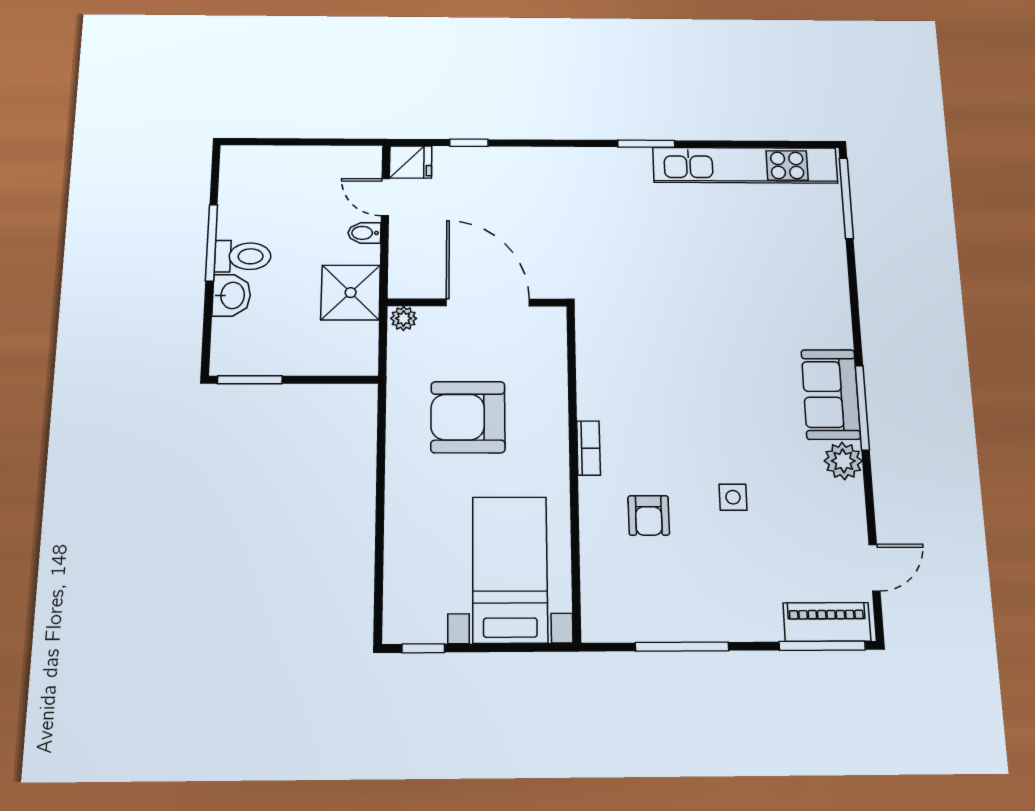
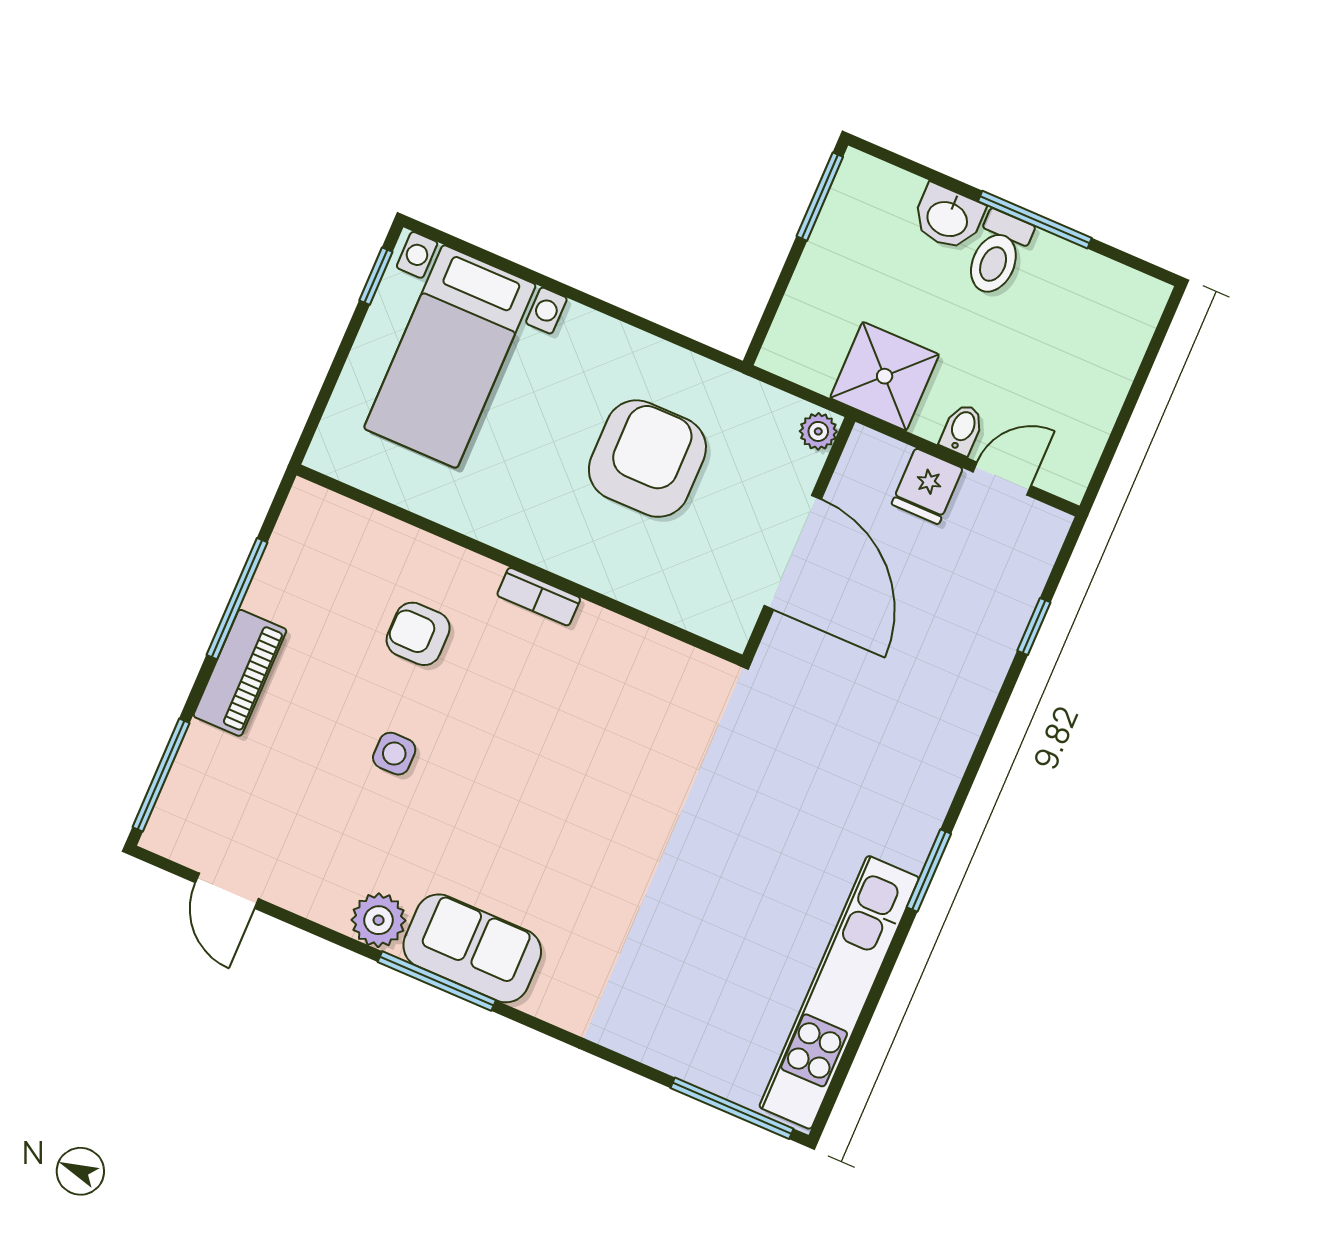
fridge: (411, 162) -> (927, 486), moved
door: (488, 302) -> (793, 552), hinge flipped
bed with nightstands: (510, 569) -> (450, 356), moved, turned 90
piano: (827, 622) -> (240, 673), moved

